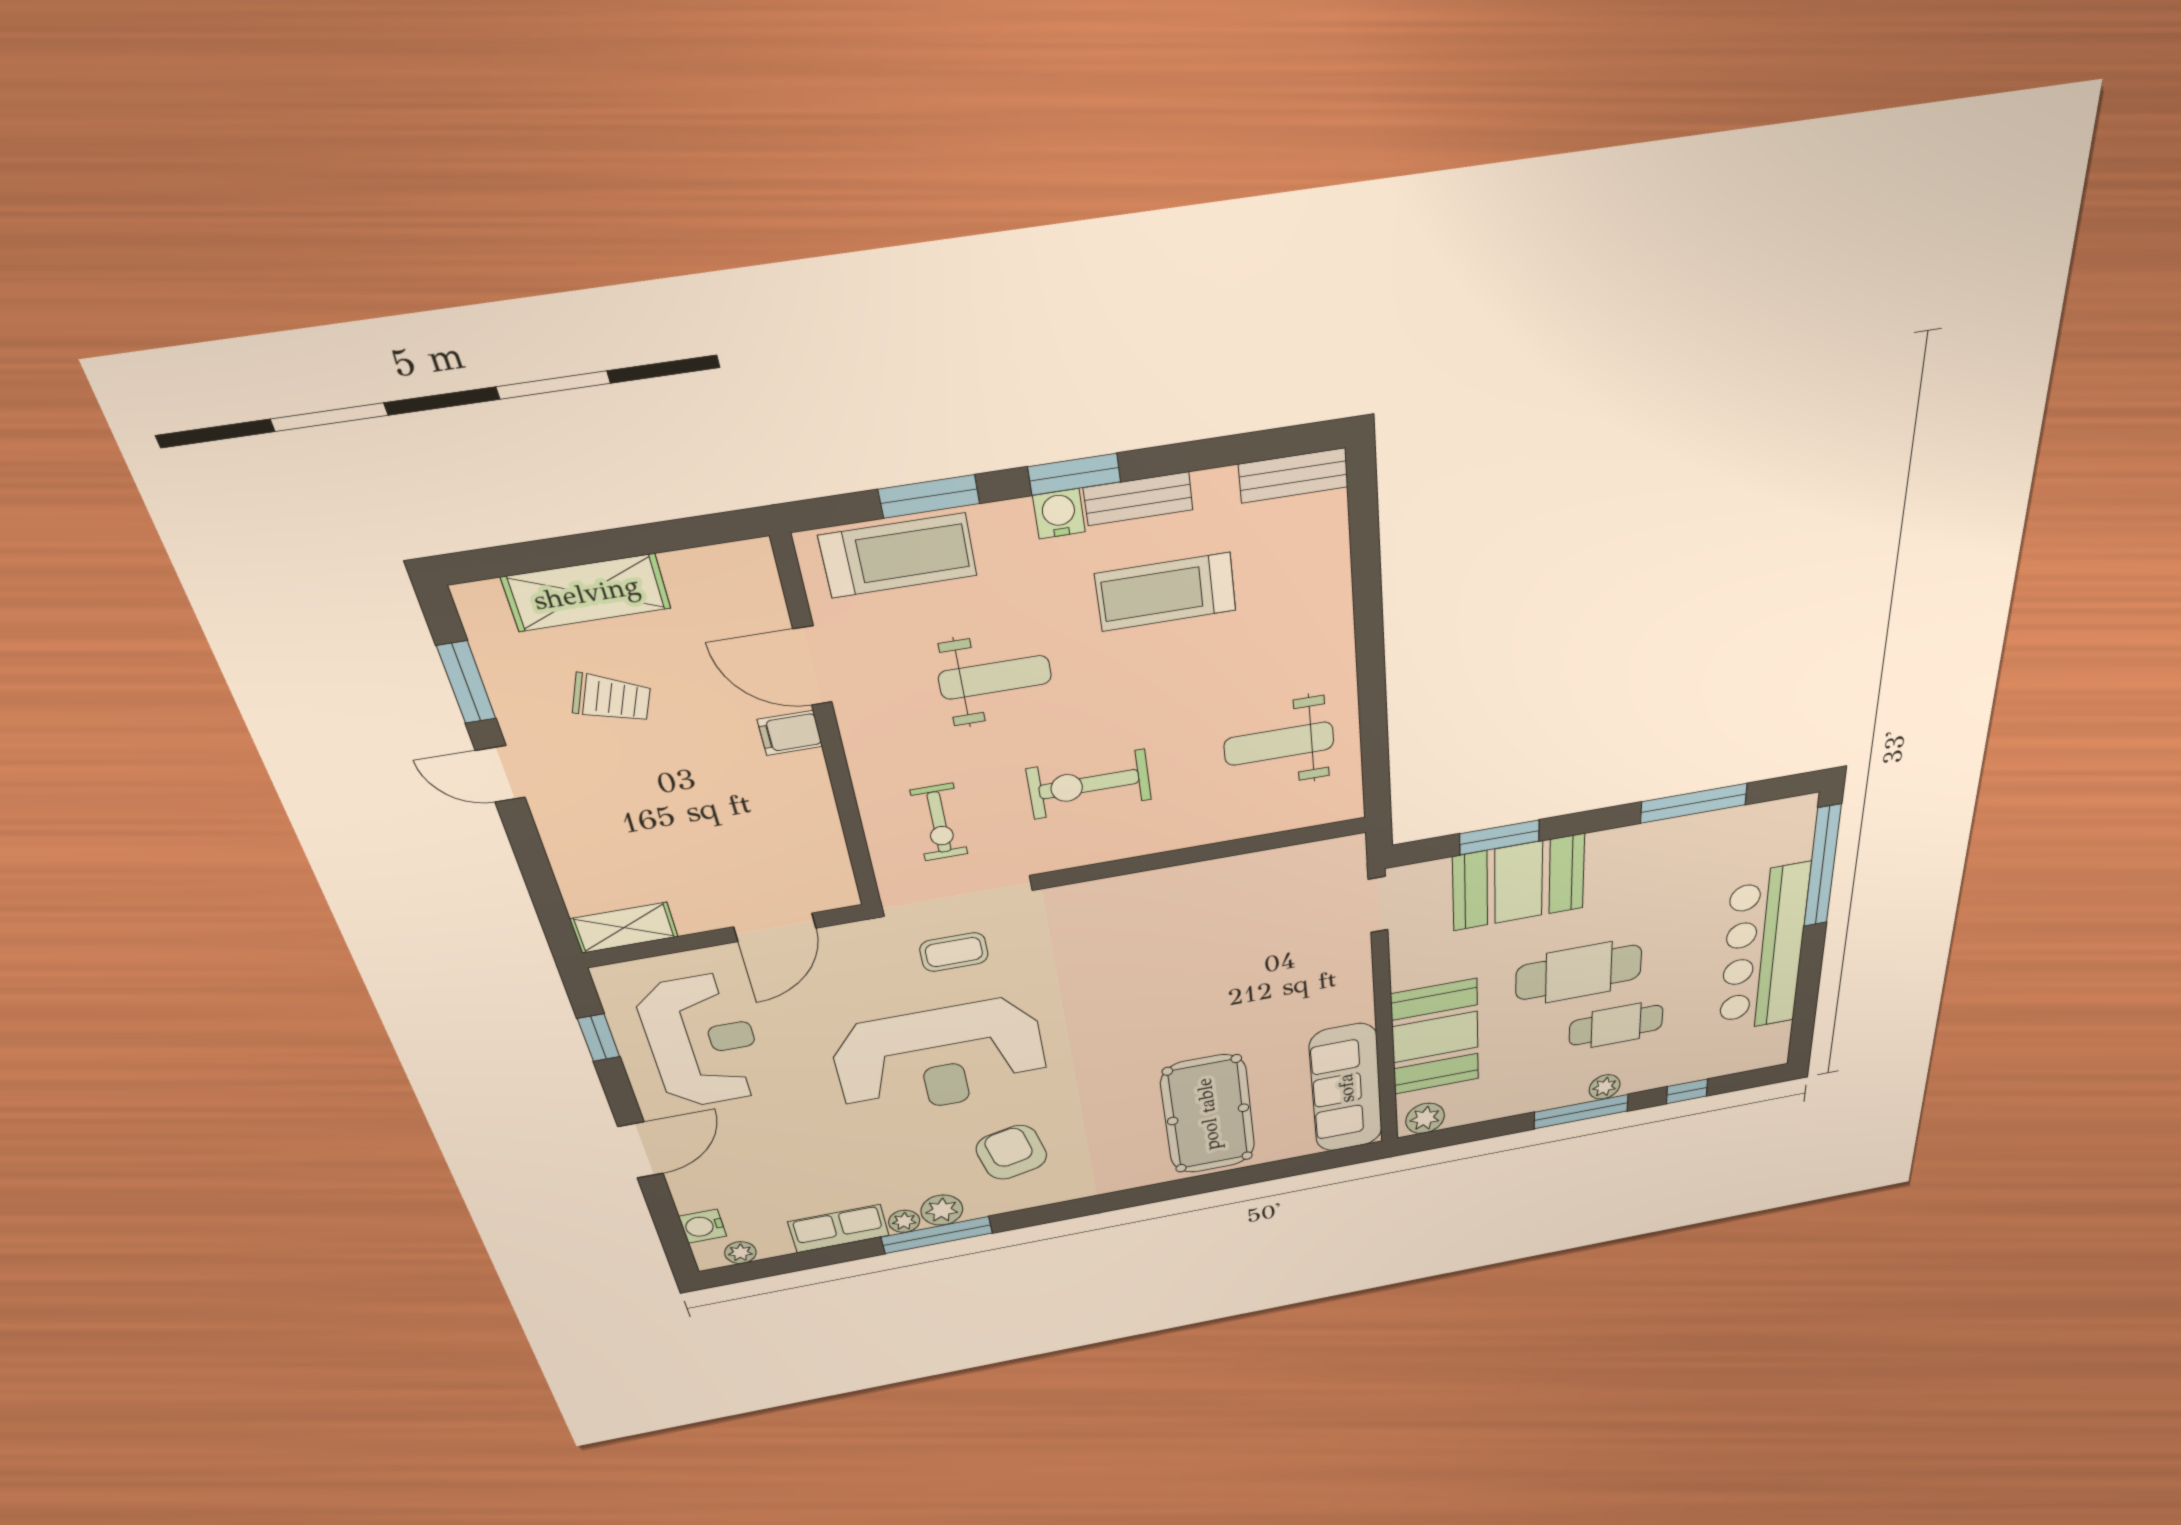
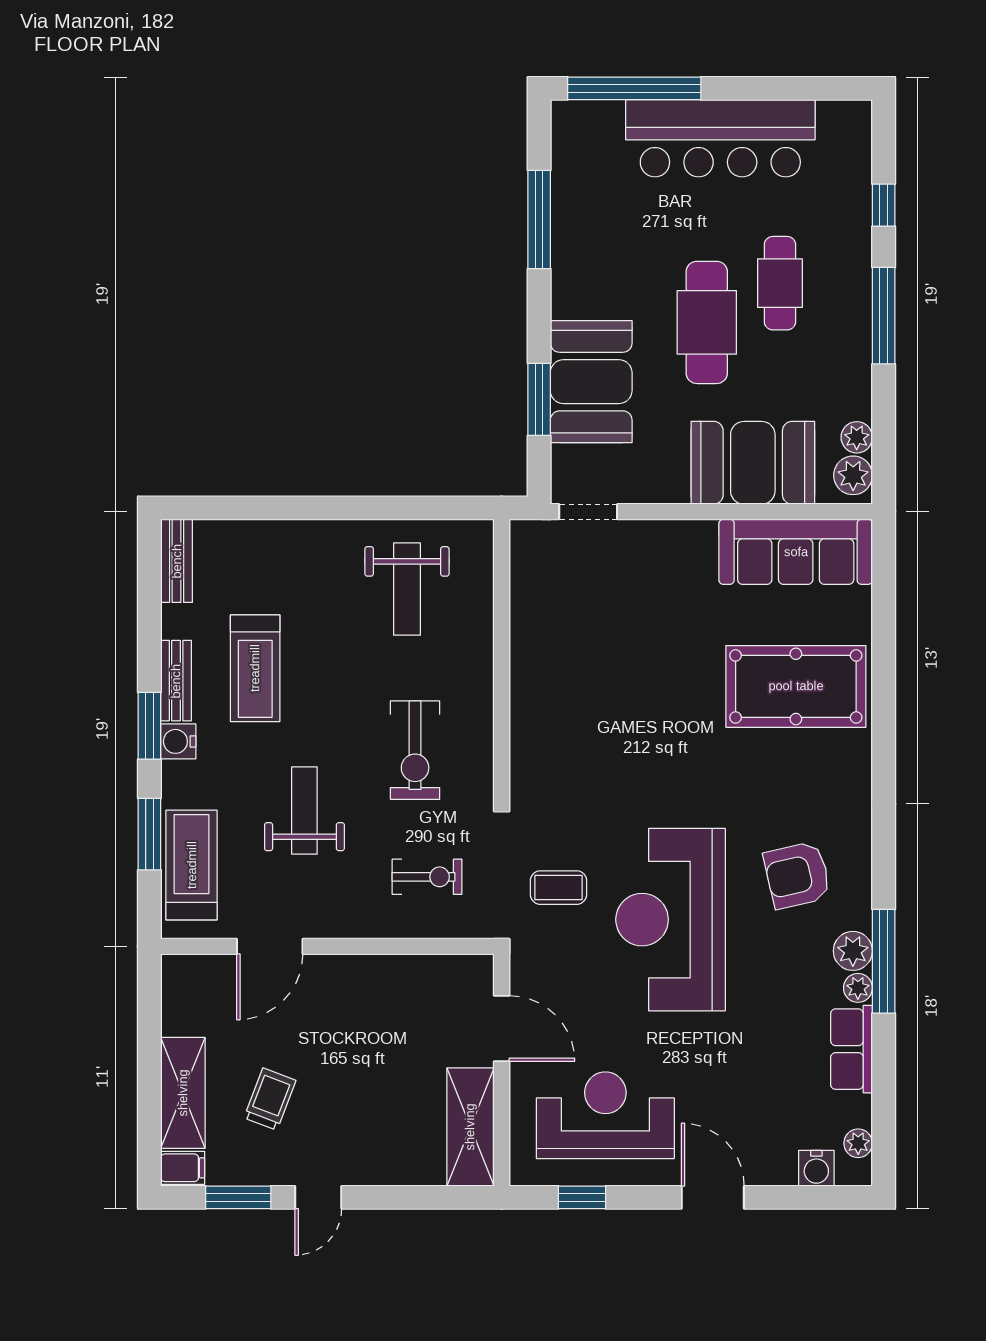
filing cabinet: (790, 733) -> (183, 1168), moved, turned -90
shelving: (624, 928) -> (470, 1127), width x1.50, depth x1.33
coffee table: (954, 952) -> (558, 888), turned 90
reception desk: (940, 1058) -> (671, 920), turned 180
plant: (1605, 1087) -> (857, 437), moved

